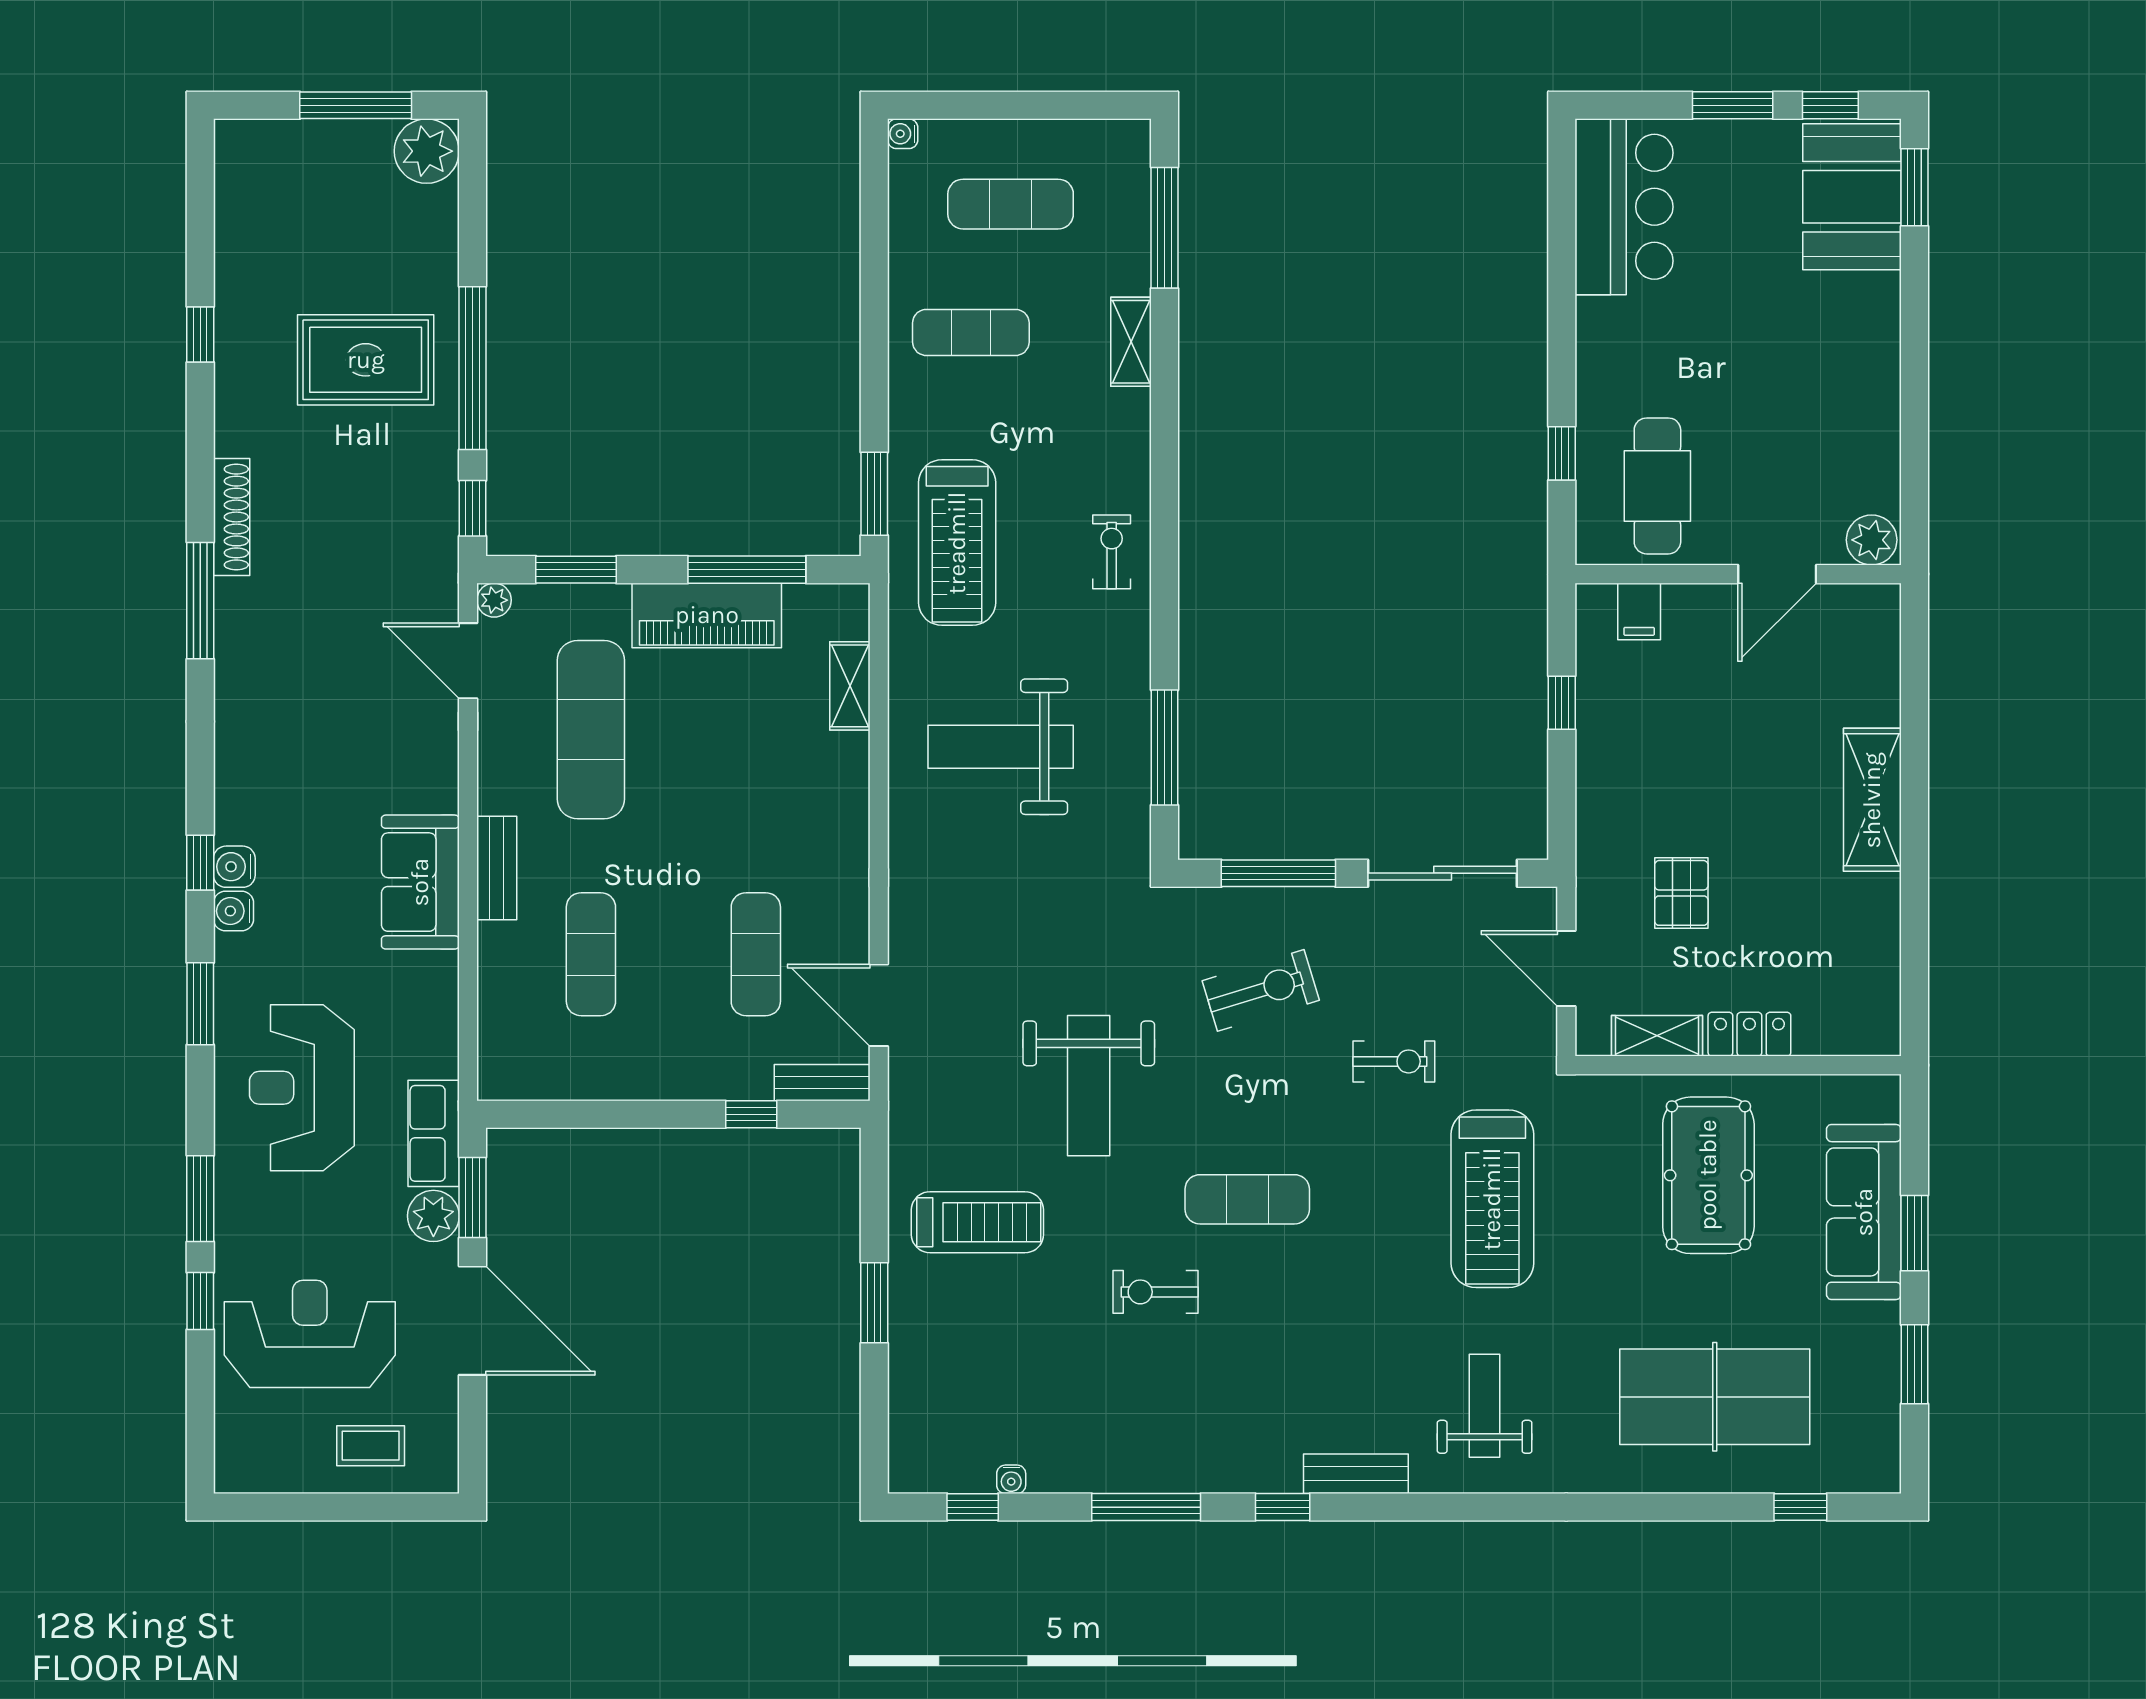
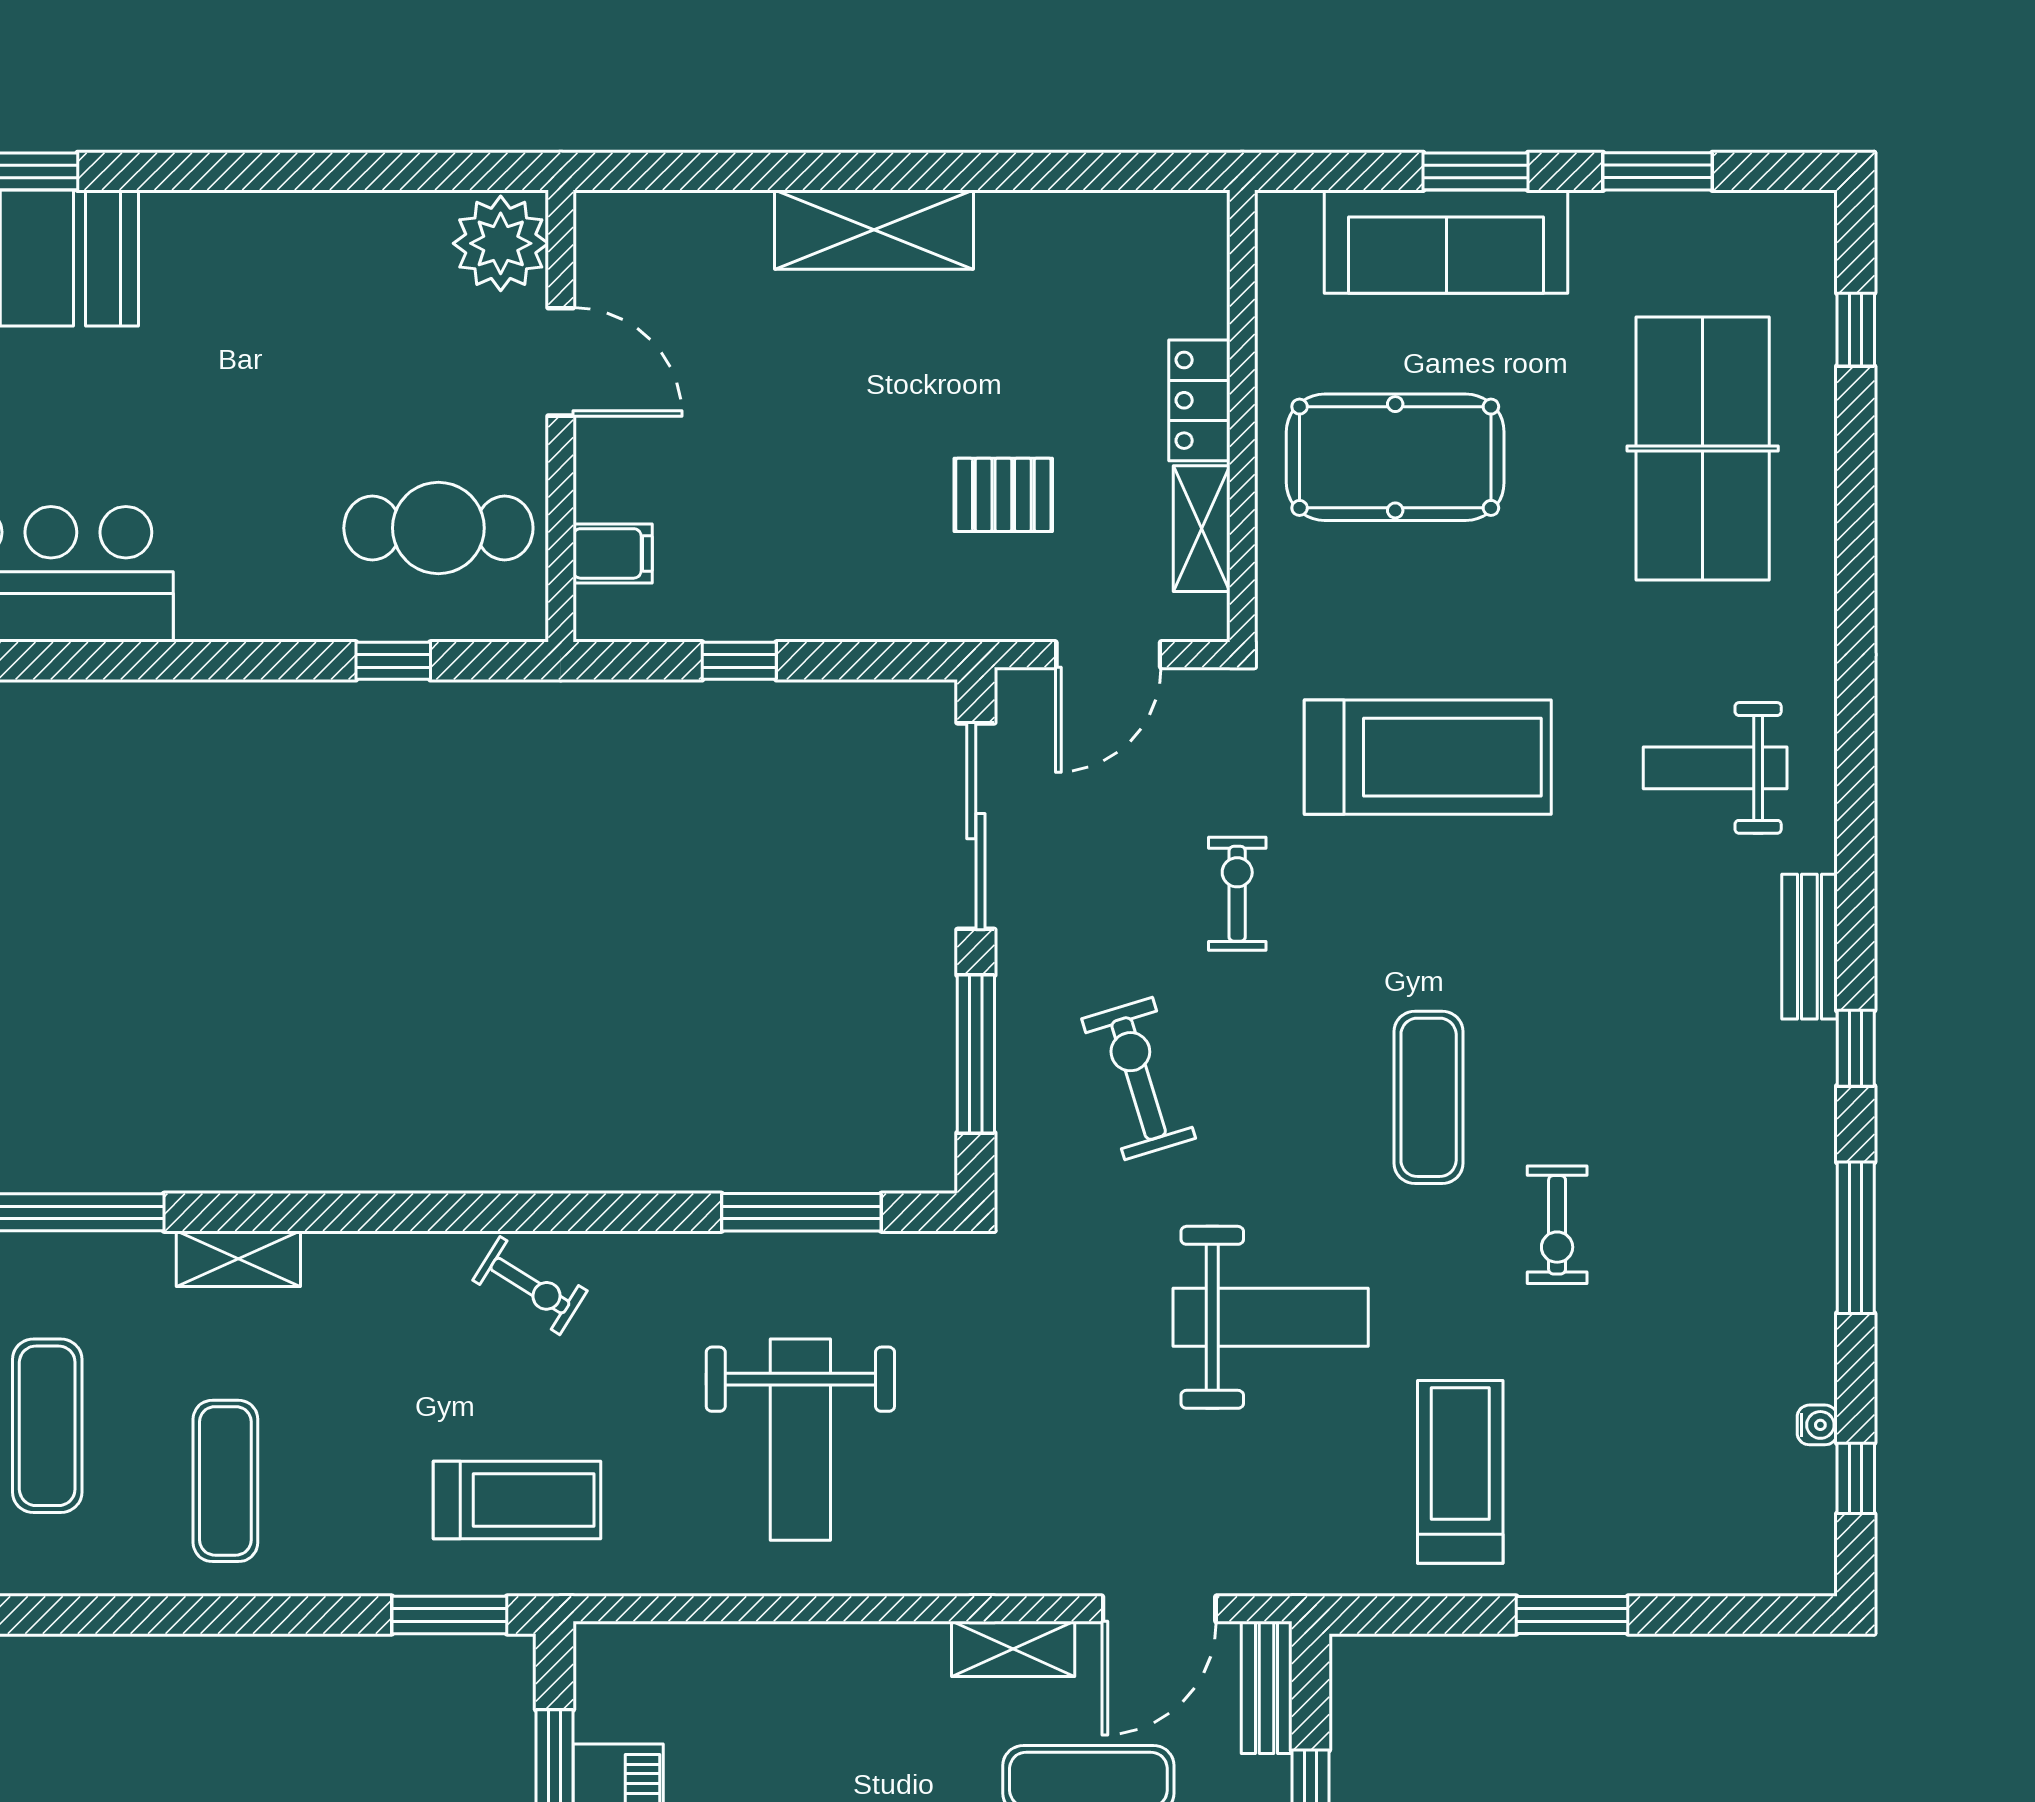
plant: (1872, 540) -> (501, 243), width x1.36, depth x1.36
treadmill: (957, 543) -> (517, 1500), width x0.73, depth x0.73
exercise bike: (1112, 552) -> (530, 1286), turned -148
shelving: (850, 686) -> (1013, 1649), moved

